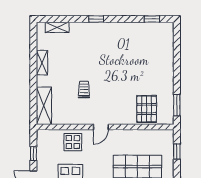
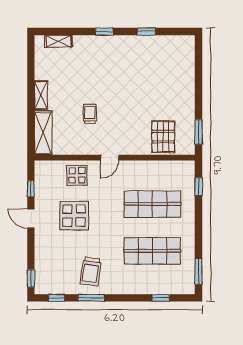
window: (152, 19) -> (146, 32), moved
shelving: (42, 63) -> (41, 95), moved

